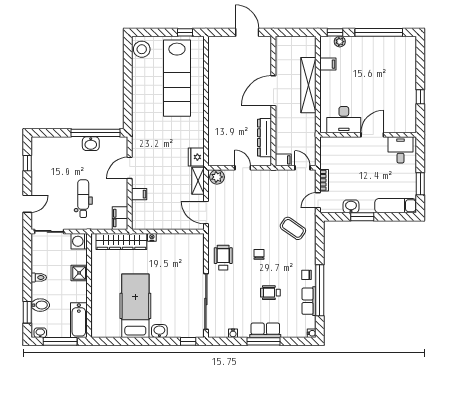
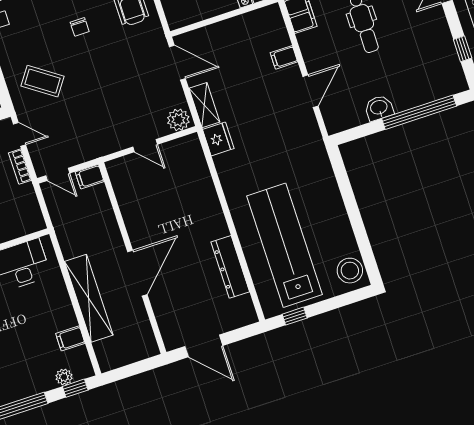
window: (95, 133) -> (419, 112), moved
dresser: (265, 138) -> (230, 267), moved, turned 180
door: (318, 200) -> (20, 134), hinge flipped

